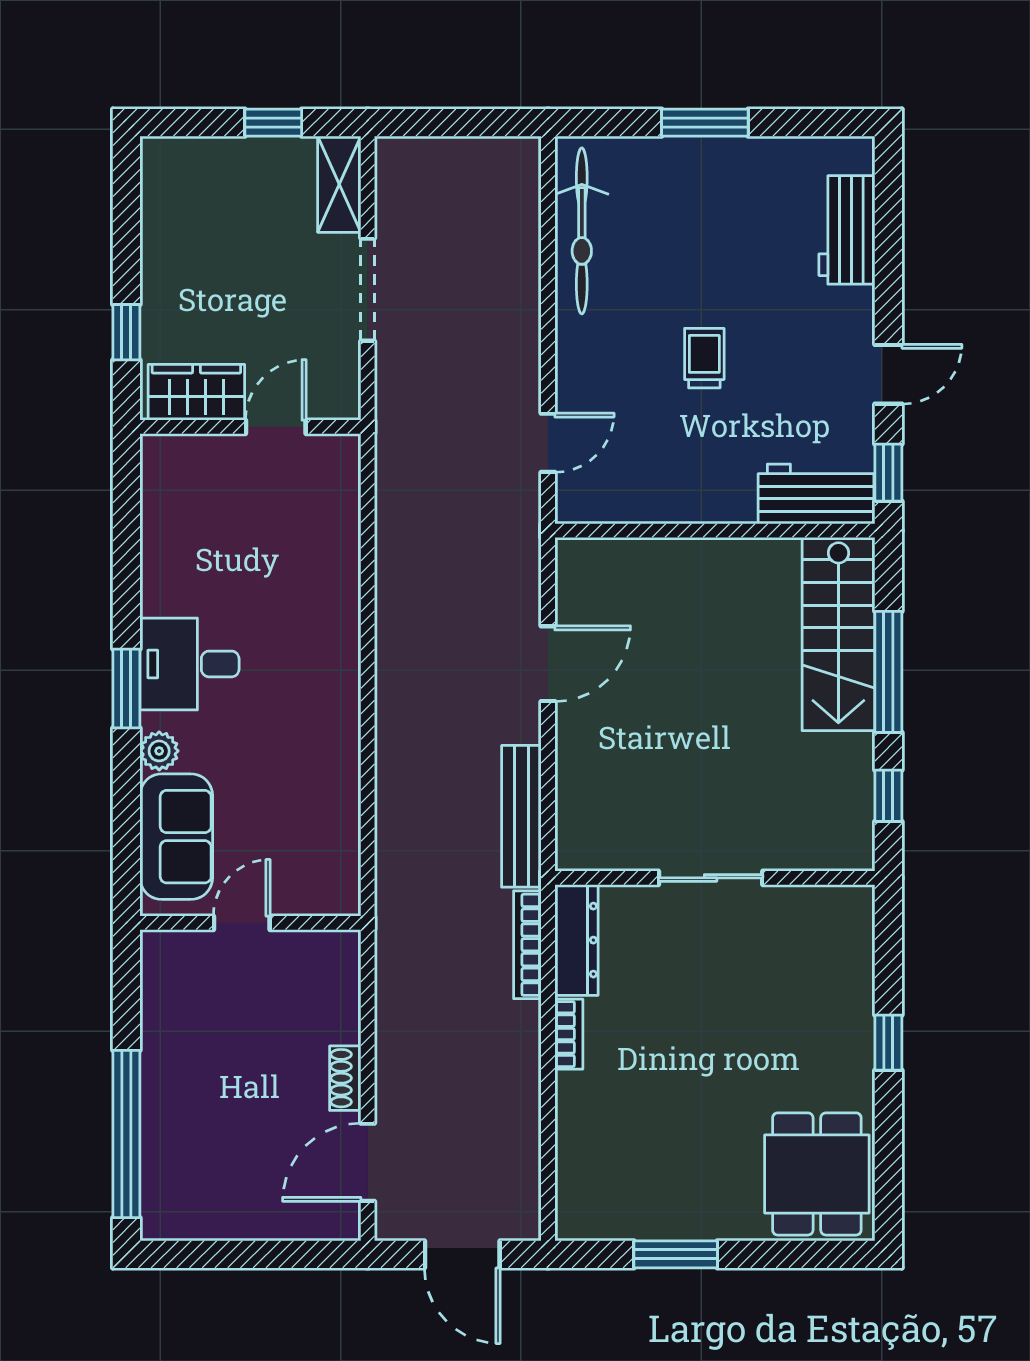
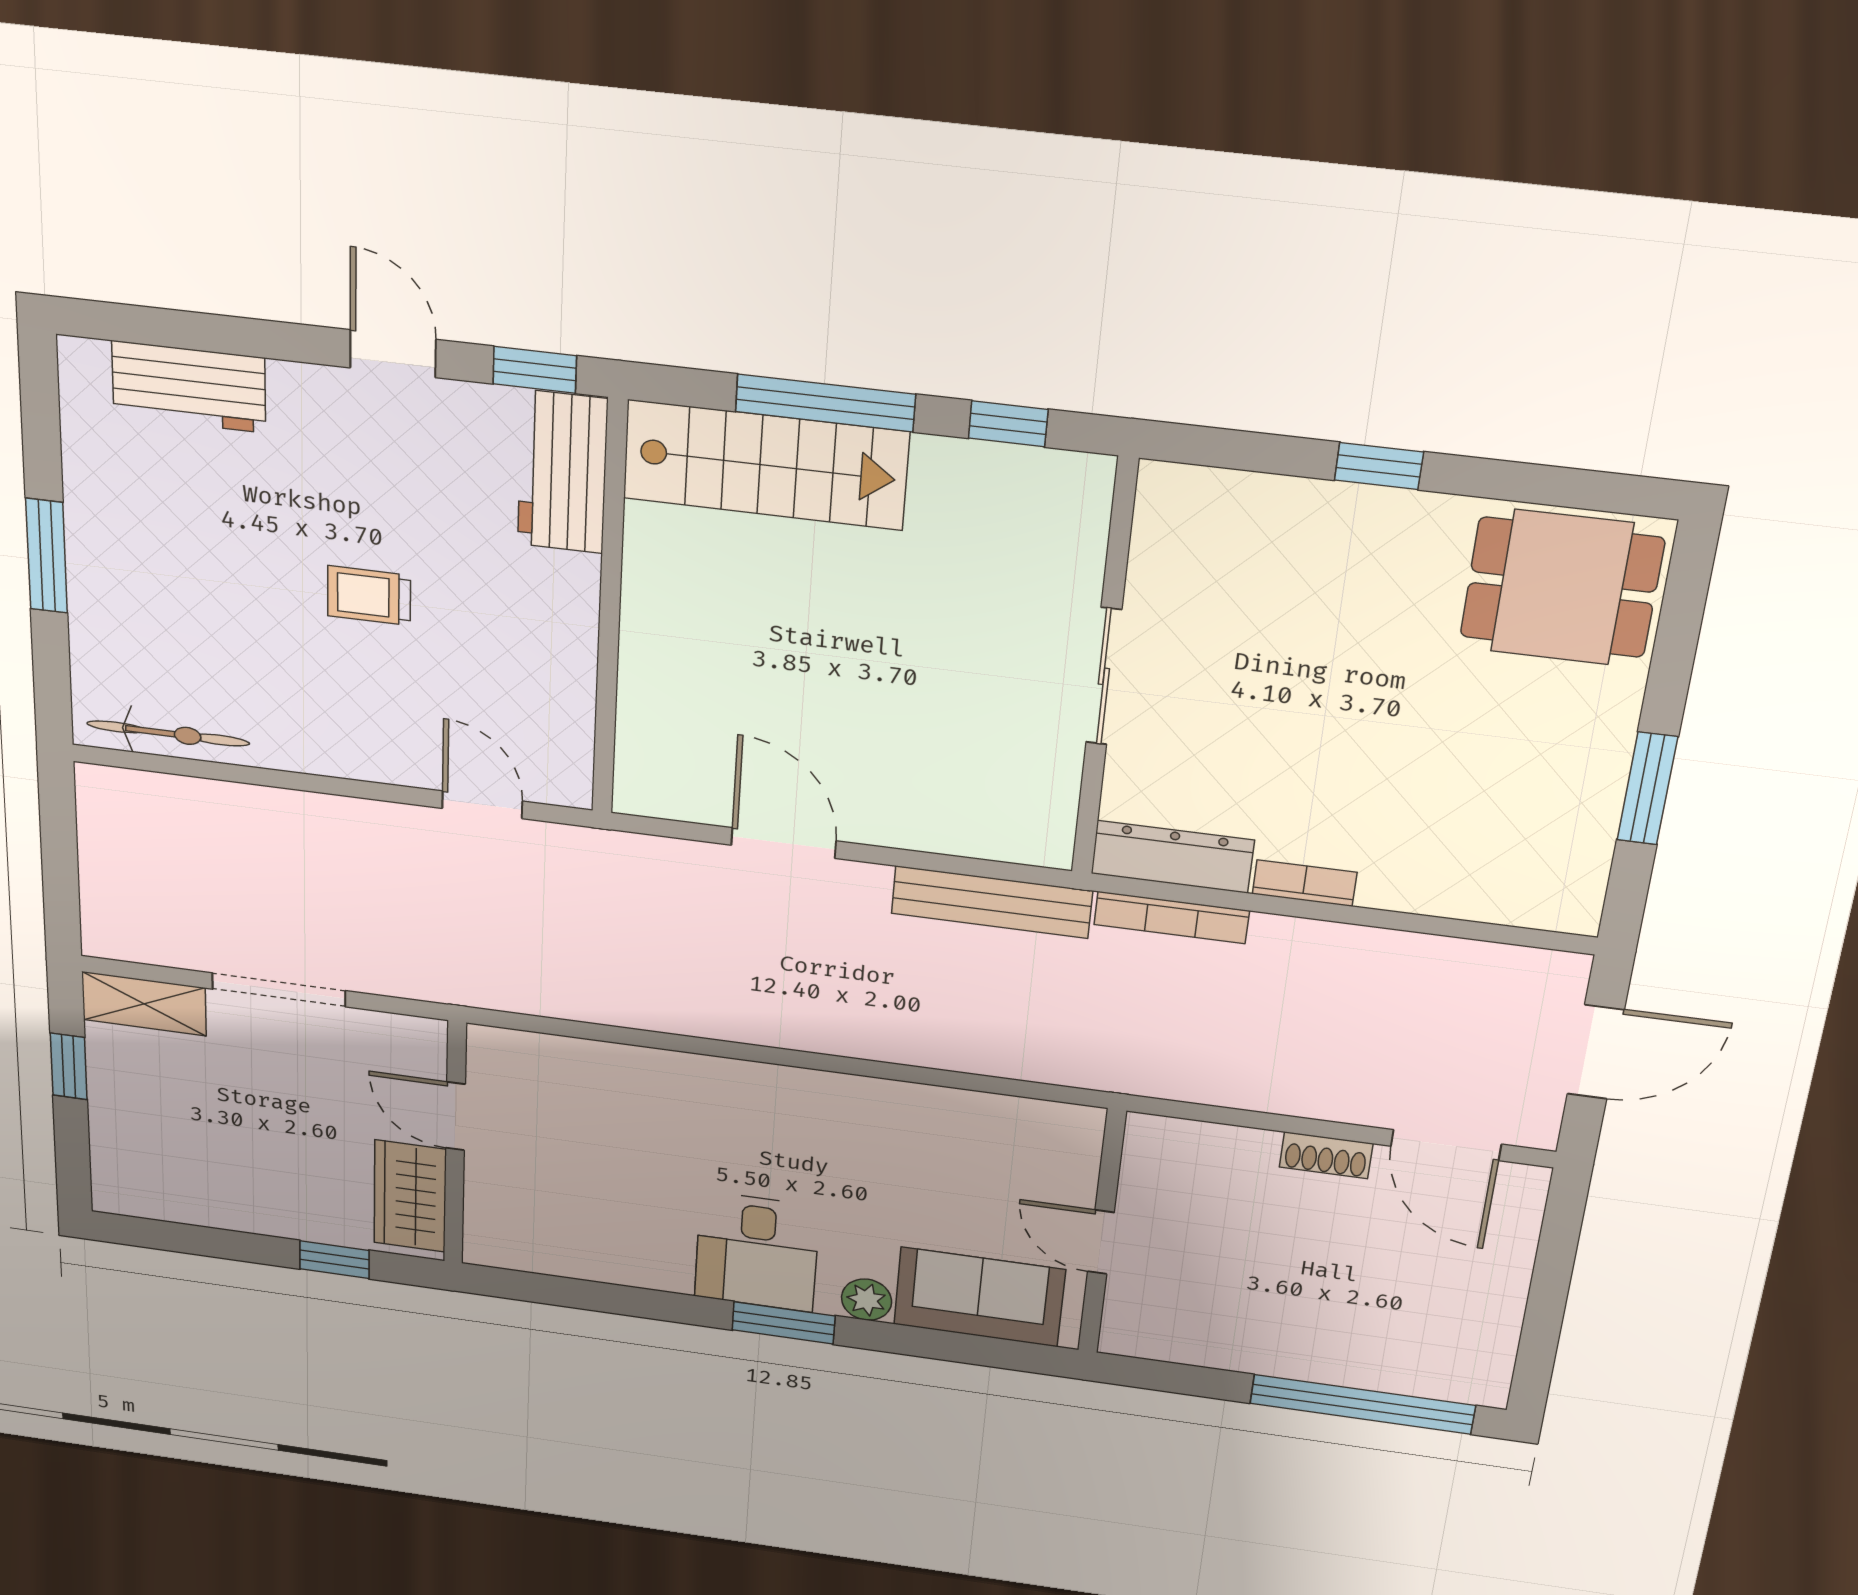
bicycle: (582, 231) -> (168, 733), width x0.73, depth x0.71

